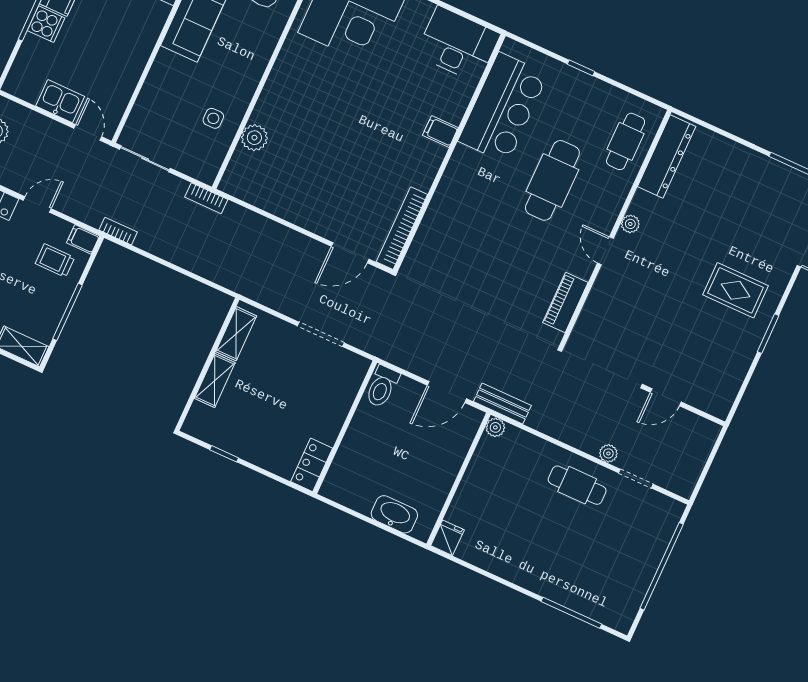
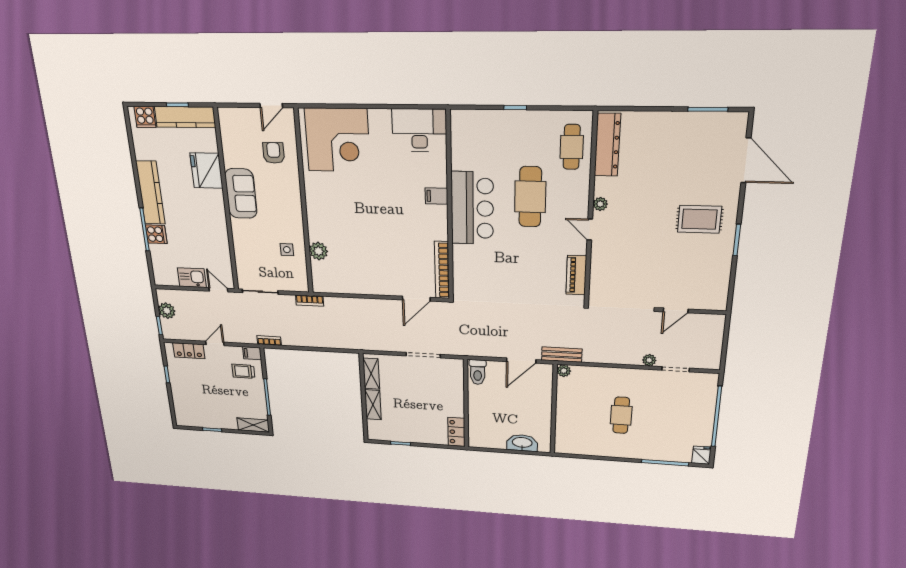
bar counter: (503, 108) -> (472, 208), moved
cafe table: (577, 485) -> (621, 415), moved, turned 90
fridge: (447, 538) -> (701, 455), moved

